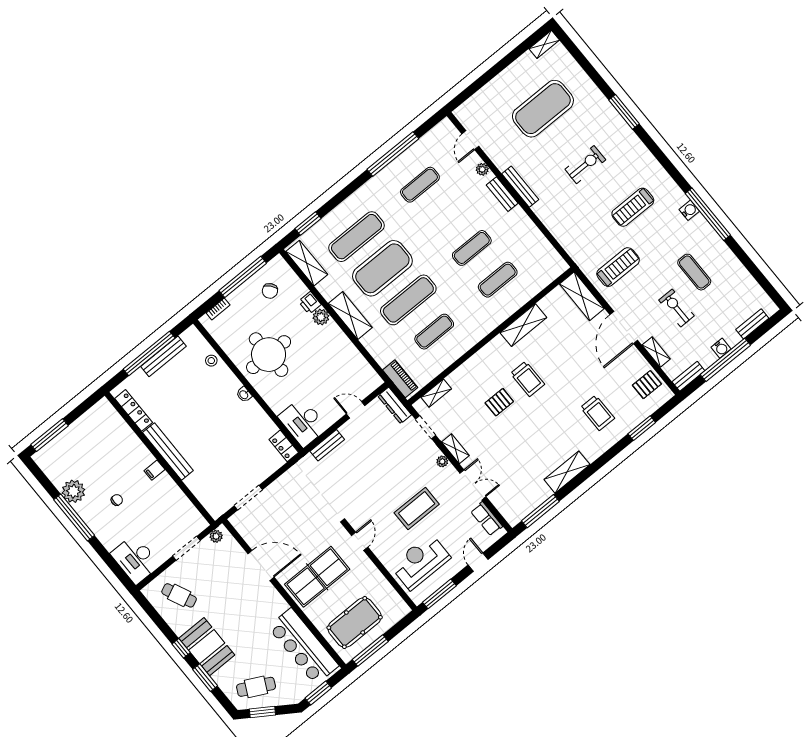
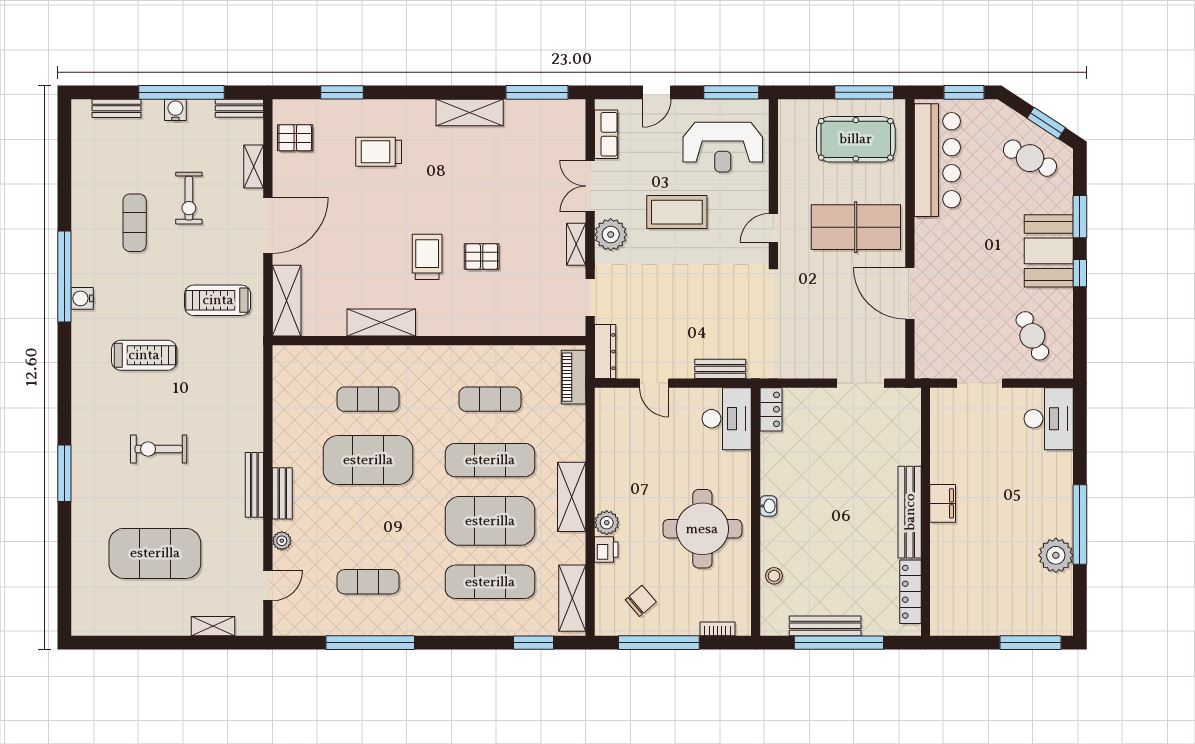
shelving: (544, 44) -> (213, 626), moved
exercise mat: (472, 248) -> (368, 460), width x2.00, depth x1.45
shelving: (436, 393) -> (546, 326), removed
trolley: (597, 413) -> (379, 152), turned -90
plant: (442, 461) -> (611, 235), width x1.87, depth x1.87
filing cabinet: (154, 470) -> (943, 503), width x2.00
chair: (117, 500) -> (1014, 504), removed
plant: (216, 536) -> (934, 369), removed

